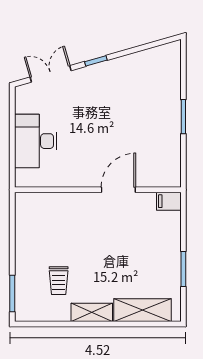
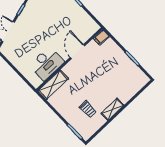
desk: (36, 141) -> (47, 63), moved, turned -90
shelving: (142, 310) -> (53, 85), moved

